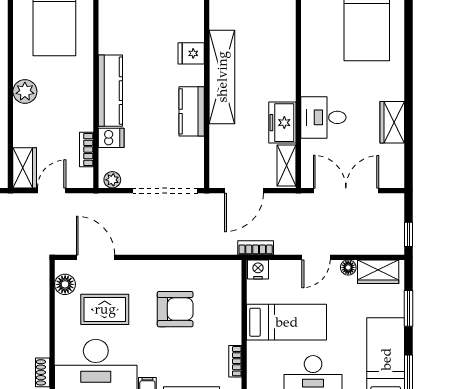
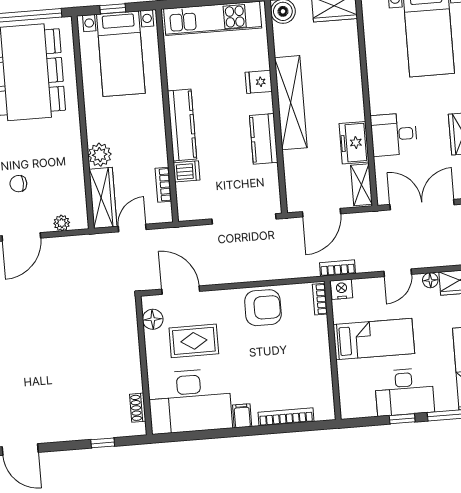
plant: (25, 91) -> (100, 155), moved
wardrobe: (25, 168) -> (103, 198), width x1.50
plant: (112, 180) -> (191, 213), removed
armchair: (175, 309) -> (263, 308), moved
bookcase: (235, 361) -> (320, 299), moved

